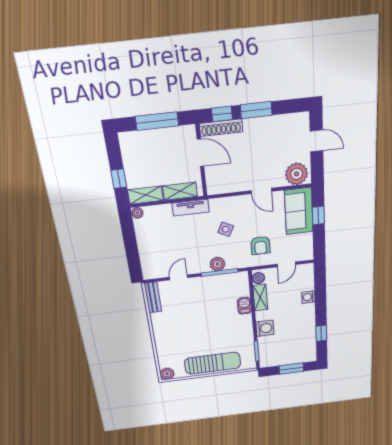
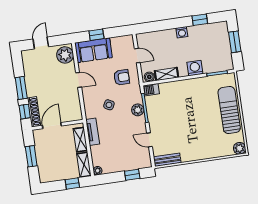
window: (157, 121) -> (31, 156), width x0.69
door: (261, 191) -> (79, 80), hinge flipped
window: (133, 256) -> (132, 175), added
washing machine: (308, 297) -> (182, 32), moved
barbecue: (244, 306) -> (151, 90), moved

